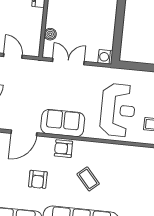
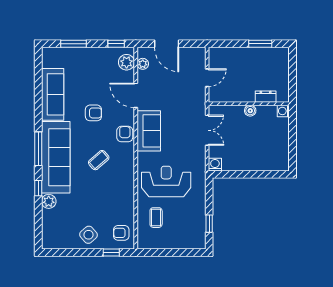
boiler: (50, 34) -> (250, 111), moved
reception desk: (118, 110) -> (166, 181), turned 180
armchair: (38, 179) -> (93, 113), turned 180

